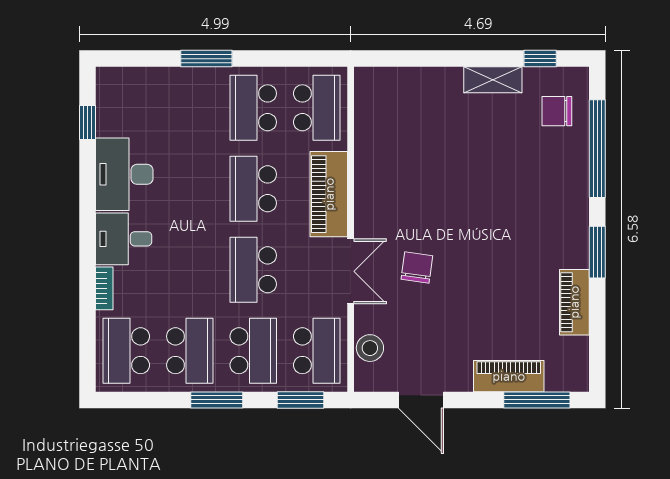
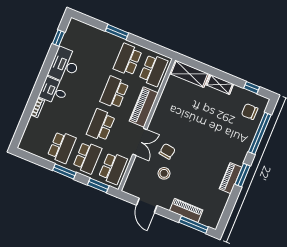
shelving: (493, 80) -> (220, 84), moved
shelving: (396, 84) -> (189, 74), added
piano: (574, 302) -> (231, 178), moved
stool: (370, 348) -> (164, 173), moved
school desk: (126, 351) -> (36, 137), removed

